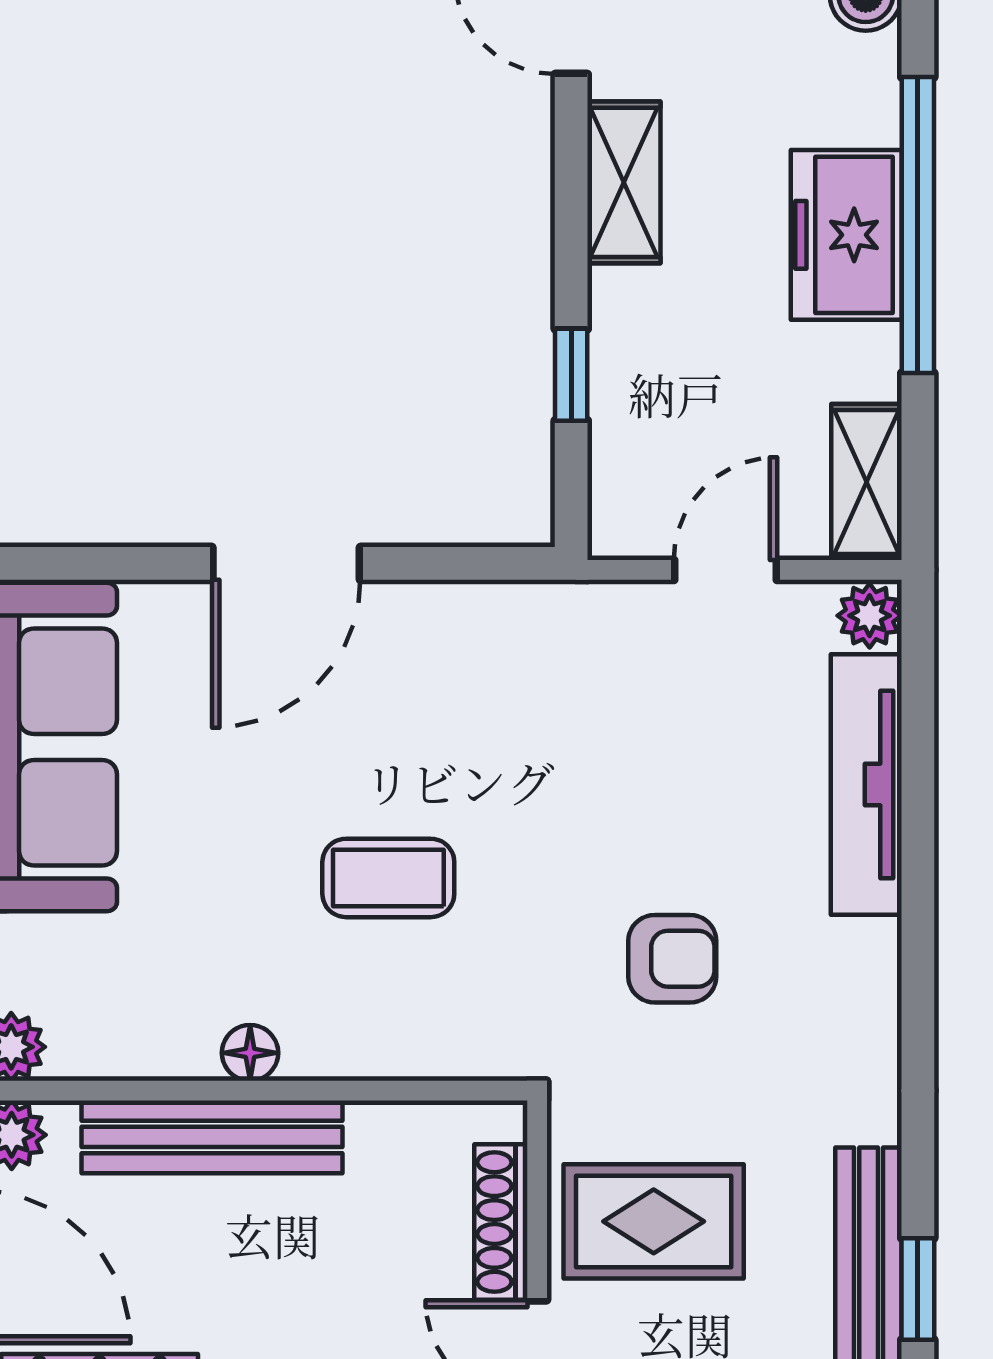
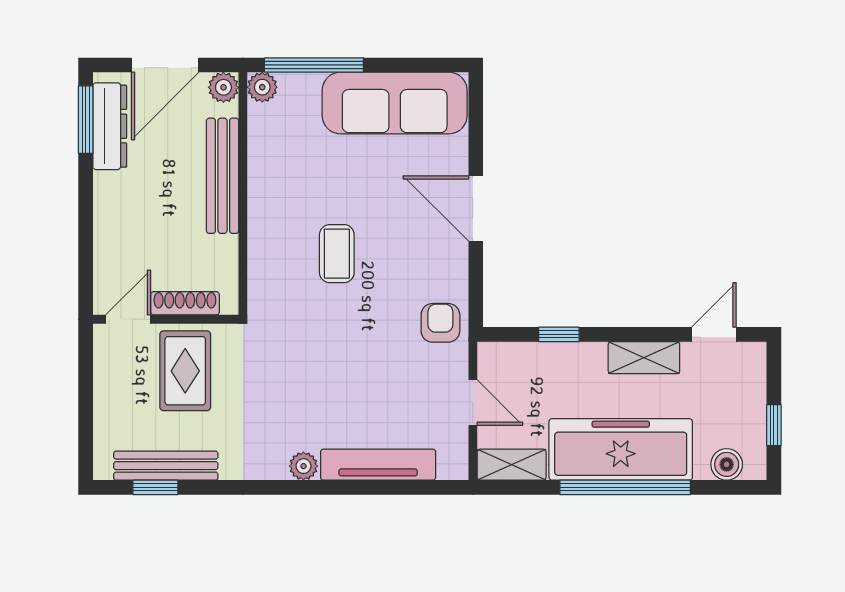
freezer: (846, 235) -> (621, 449), width x1.91, depth x1.26
plant: (870, 616) -> (303, 466), moved
armchair: (672, 959) -> (440, 323), moved, turned 180
floor lamp: (250, 1053) -> (260, 193), removed

